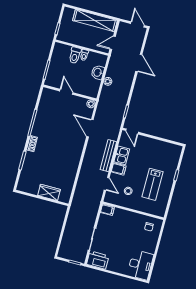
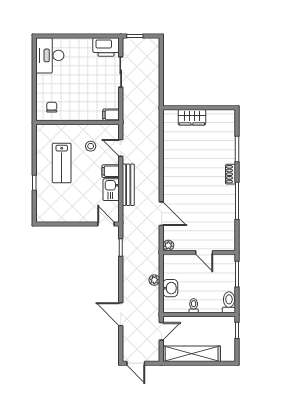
toilet: (75, 55) -> (229, 302), moved
lab bench: (152, 184) -> (62, 163), turned 180

